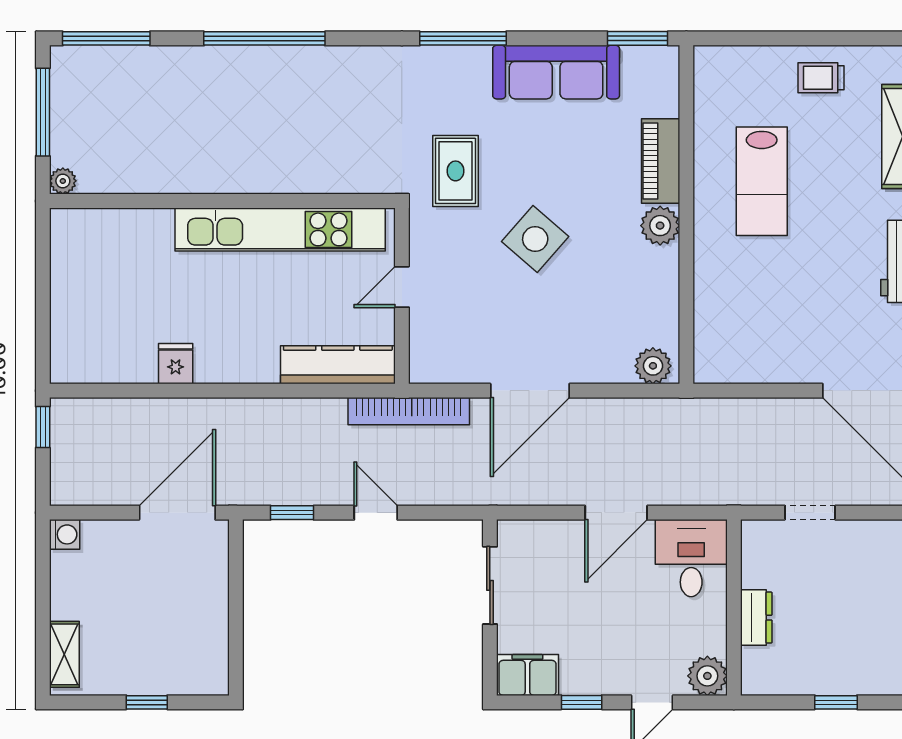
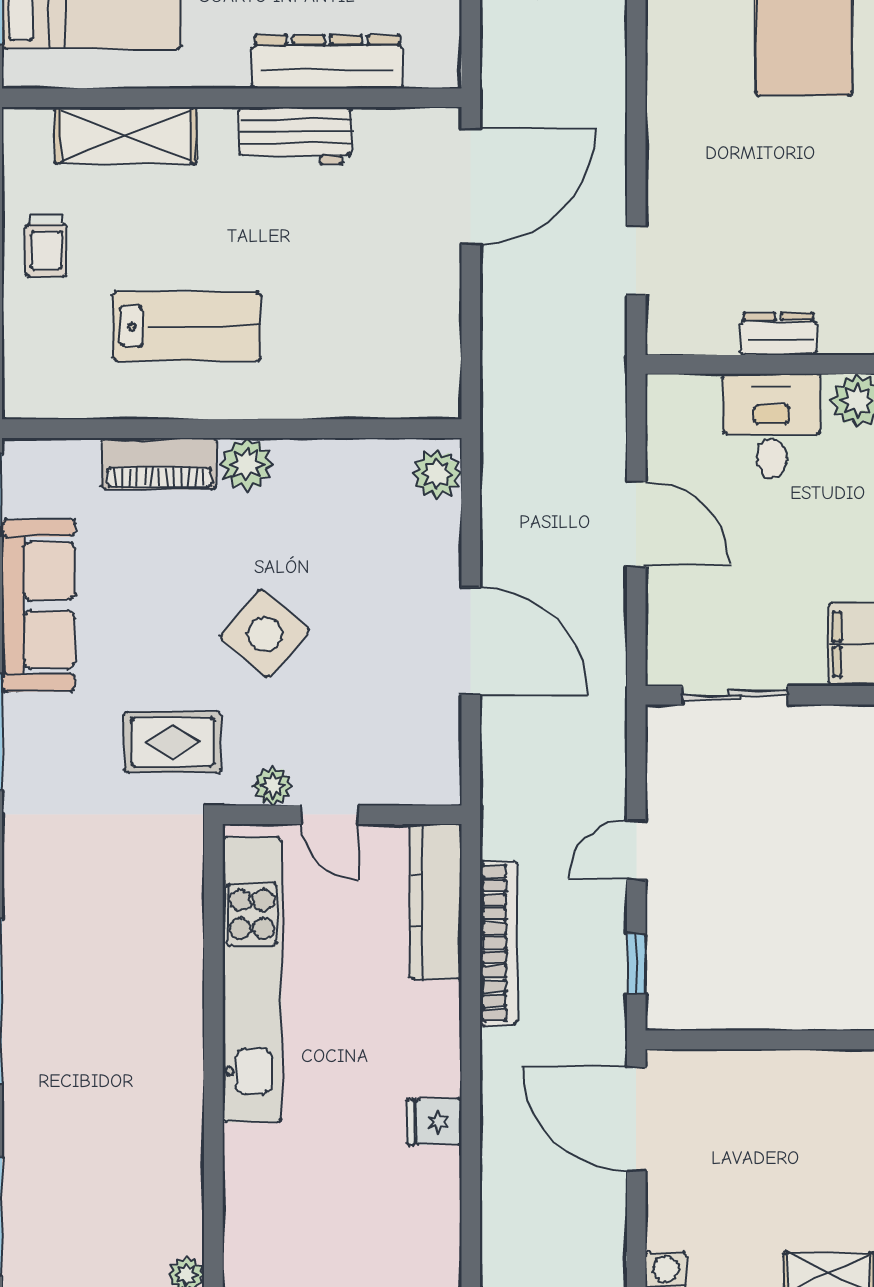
plant: (423, 245) -> (273, 786), added
bookcase: (409, 411) -> (499, 943), moved
desk: (691, 558) -> (772, 426), moved, turned 90

